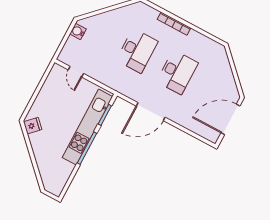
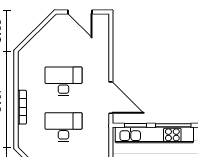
door: (151, 112) -> (111, 98), moved
door: (230, 119) -> (80, 12), width x0.73

